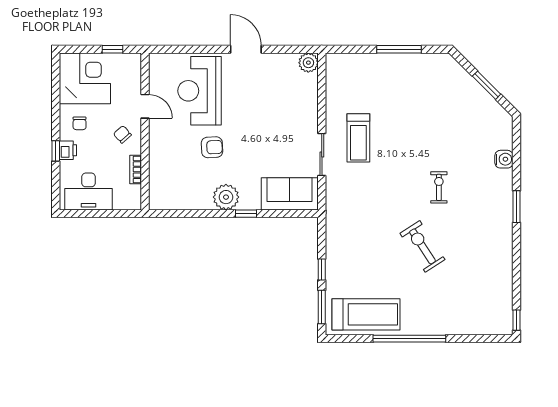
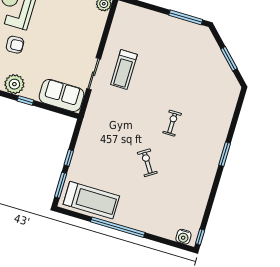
window: (399, 49) -> (186, 17), moved
water cooler: (504, 159) -> (183, 237), moved, turned 90
exercise bike: (422, 246) -> (147, 163), width x0.73, depth x0.72

